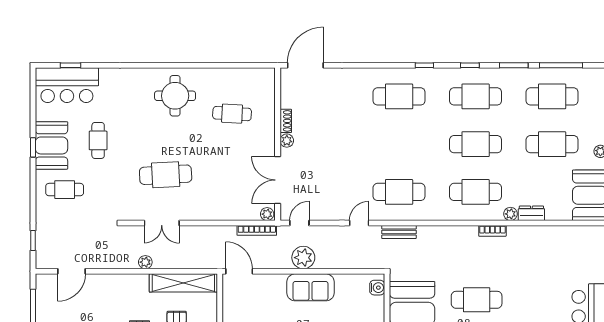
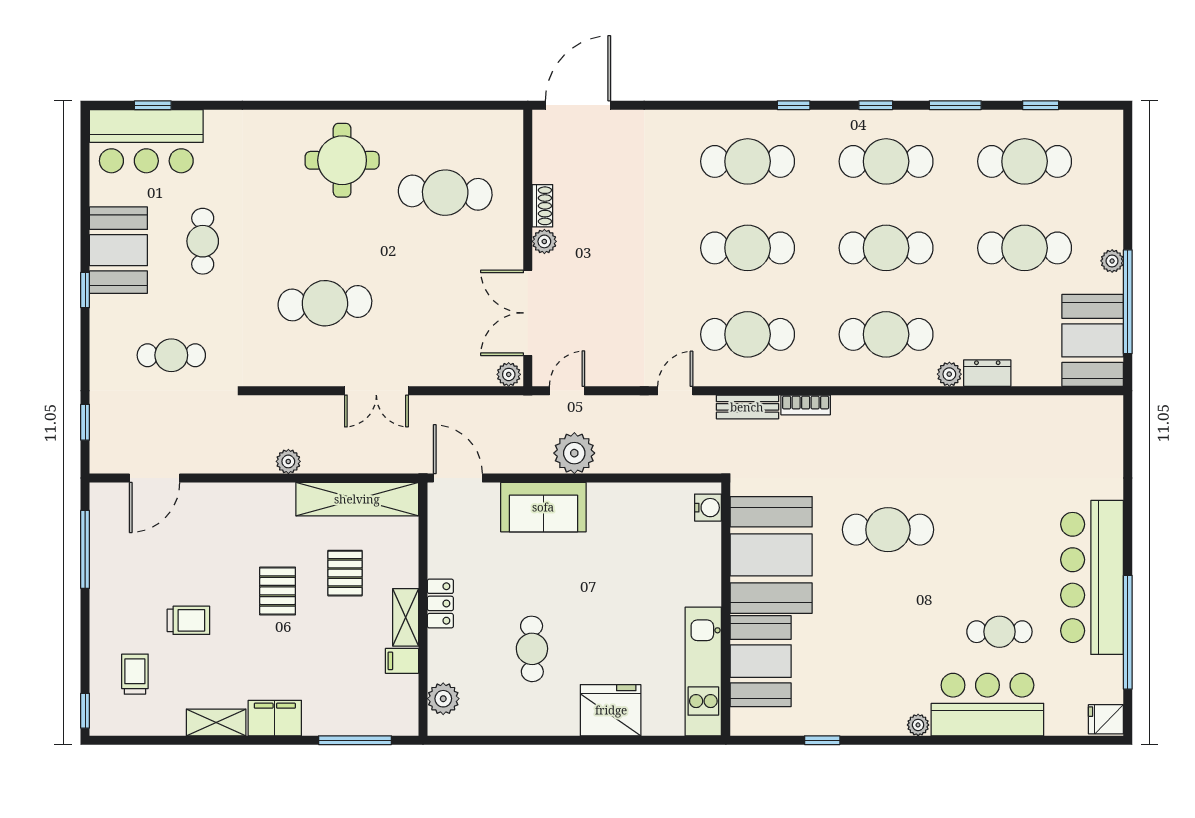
window: (561, 65) -> (1041, 105), width x0.46
cafe table: (232, 114) -> (445, 193), width x1.37, depth x1.35
cafe table: (399, 144) -> (748, 248), added
window: (33, 147) -> (85, 290), moved
cafe table: (65, 190) -> (171, 355), moved
double door: (162, 223) -> (376, 391), moved
bookcase: (257, 230) -> (490, 404), removed
bookcase: (492, 231) -> (806, 405), moved
sofa: (311, 287) -> (543, 507), moved

